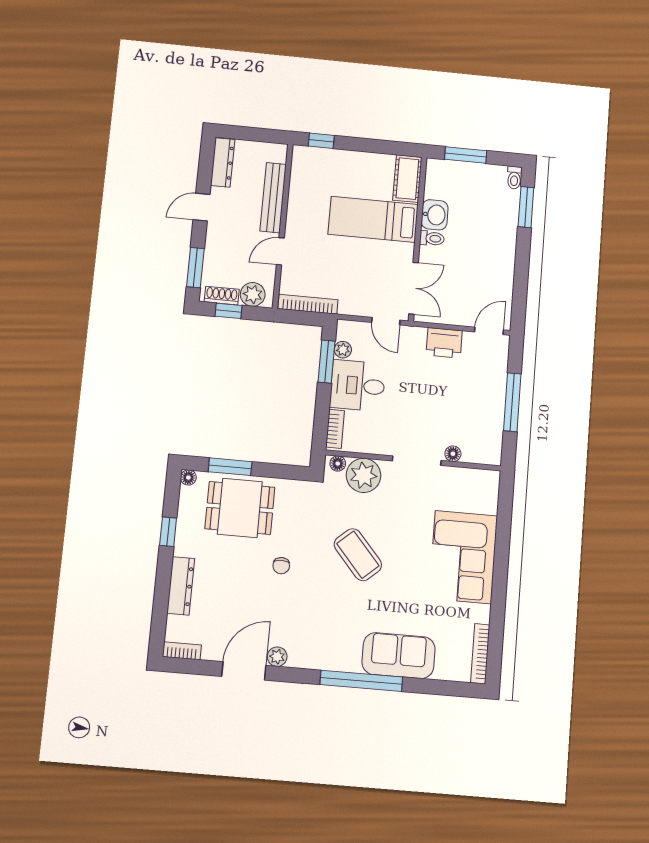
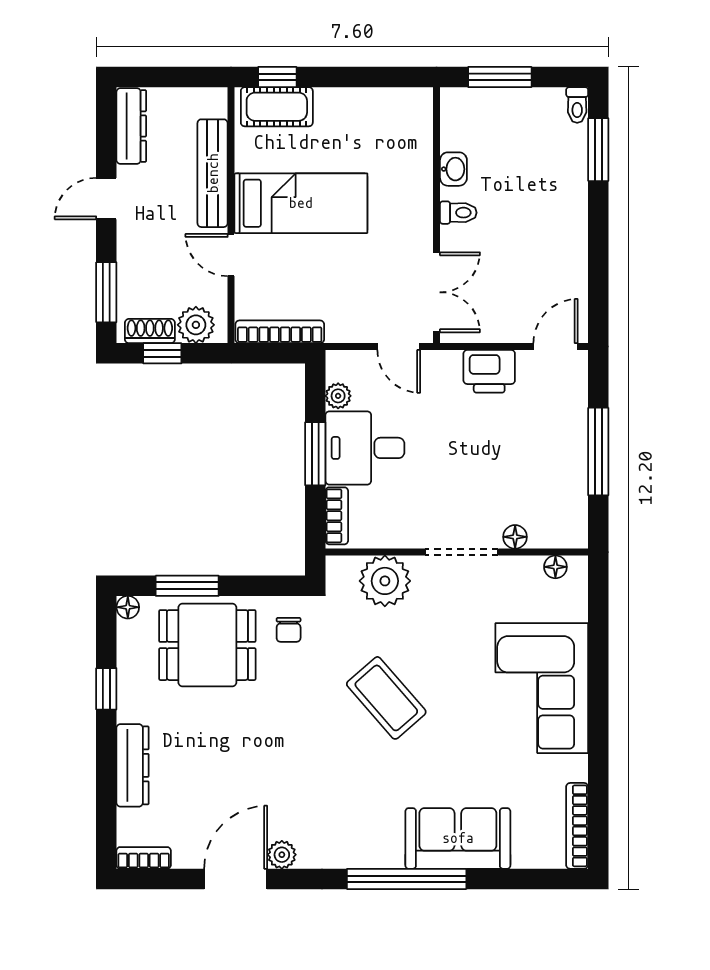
cot: (407, 179) -> (277, 107), moved, turned 90
washbasin: (435, 215) -> (453, 169), width x0.72, depth x0.69
bed: (373, 219) -> (301, 203), moved, turned 180
door: (280, 251) -> (231, 255), hinge flipped
window: (326, 362) -> (315, 454), moved
floor lamp: (338, 464) -> (555, 567), moved
chair: (281, 566) -> (289, 630), moved

